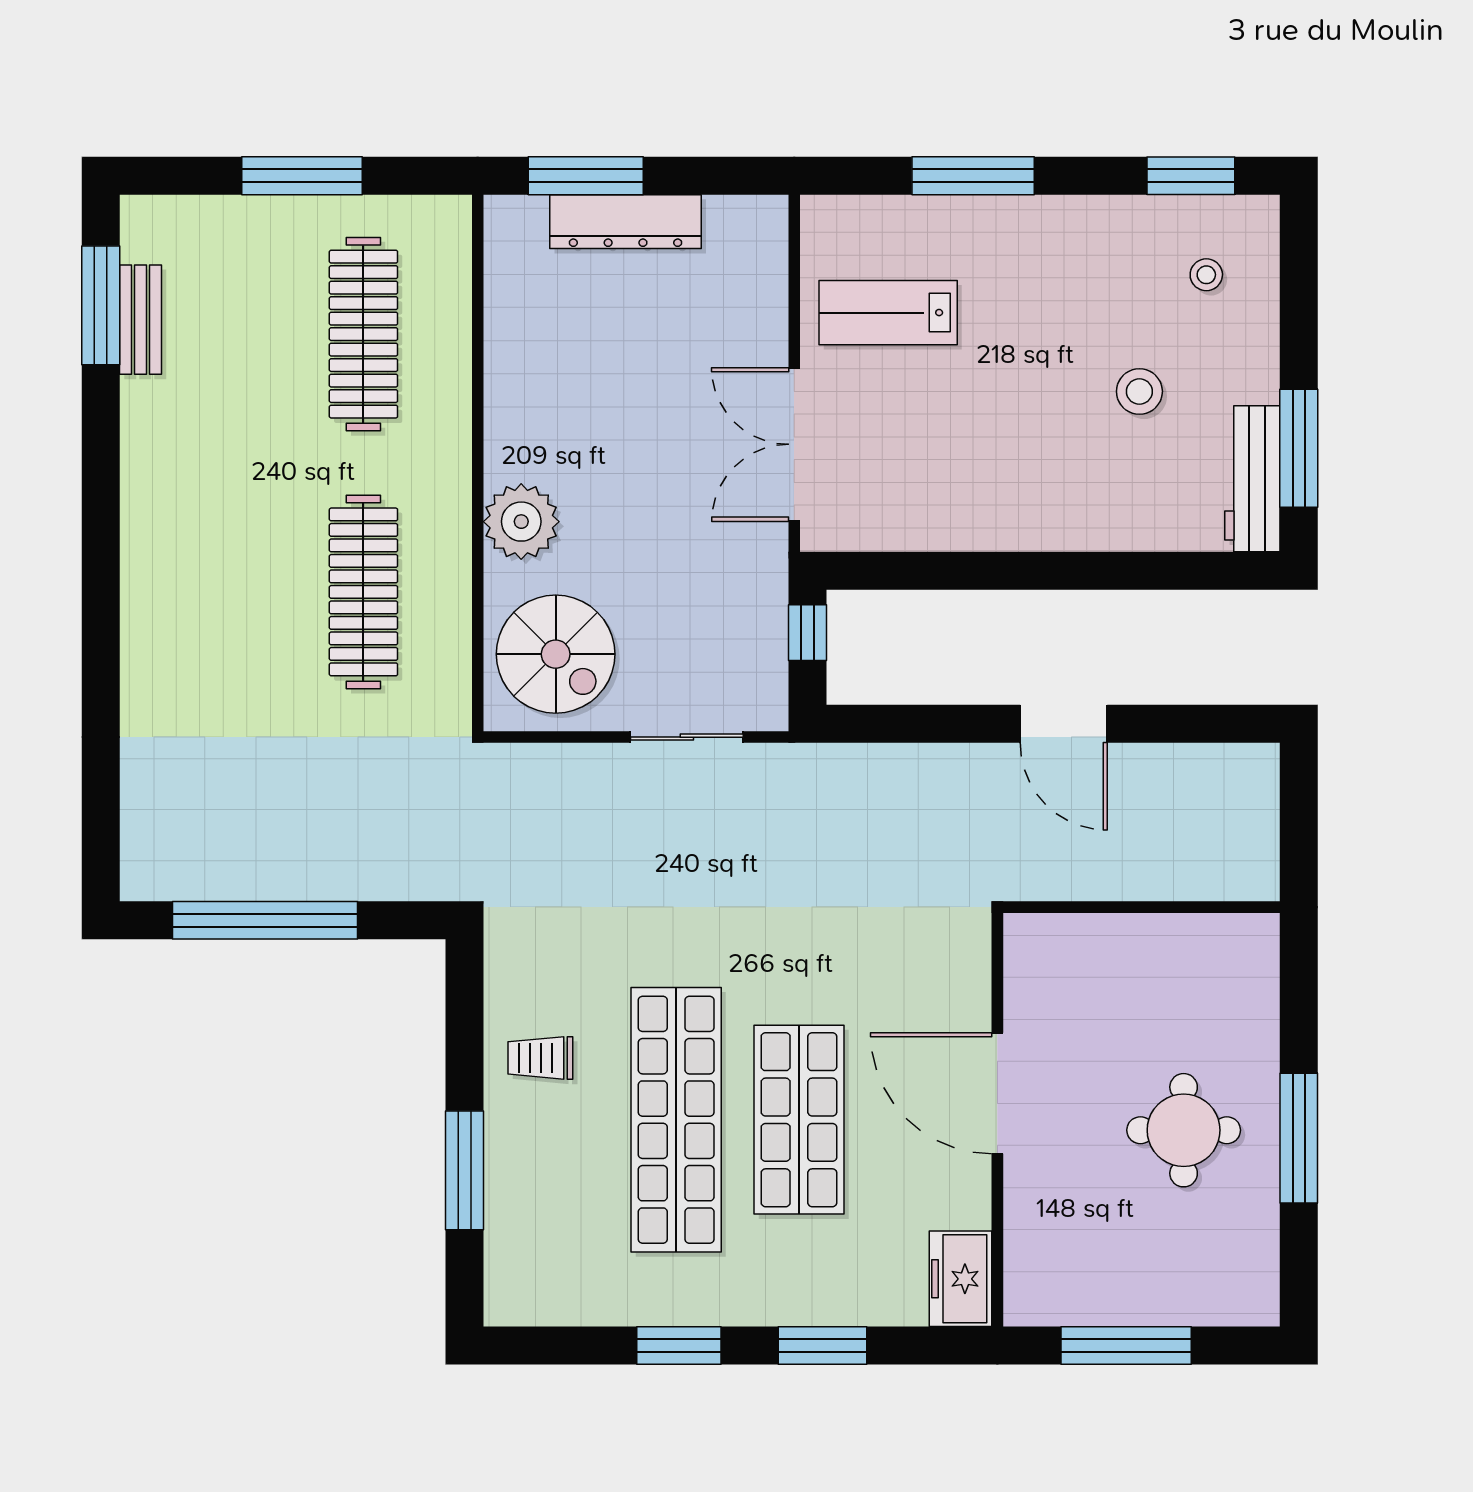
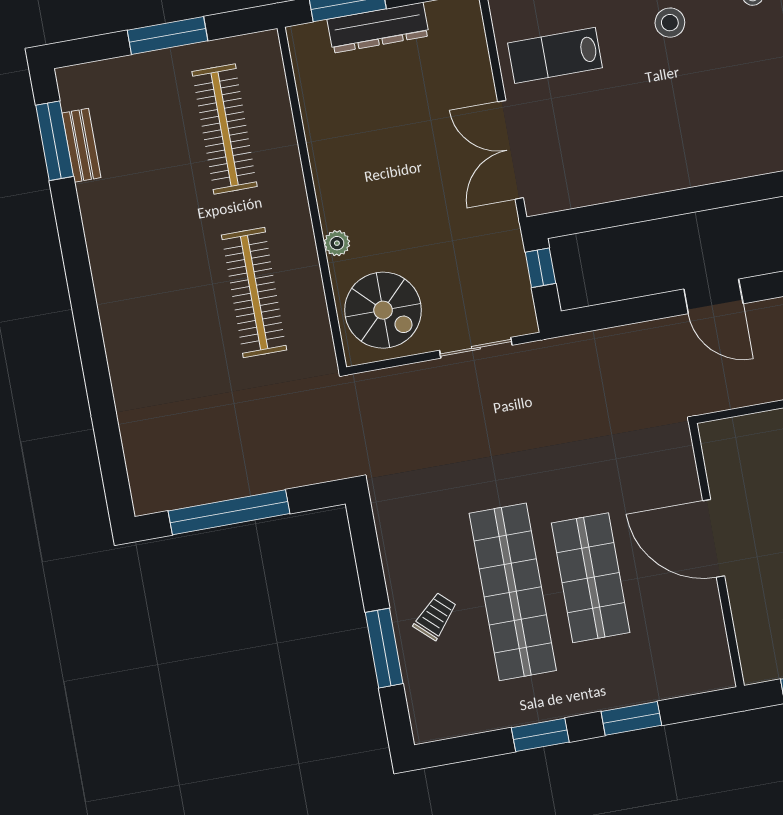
stool: (1139, 391) -> (670, 23), moved
plant: (521, 522) -> (337, 243), width x0.53, depth x0.53
trolley: (540, 1058) -> (435, 616), moved, turned 133
freezer: (961, 1279) -> (711, 660), removed

